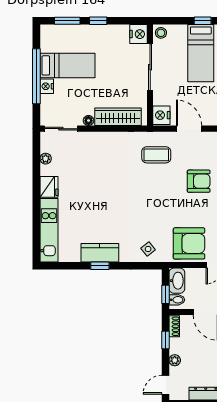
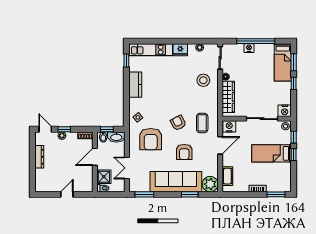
window: (177, 21) -> (294, 137), added
bed: (67, 65) -> (283, 62), moved
stool: (94, 153) -> (203, 80), added
armchair: (156, 190) -> (178, 123), added
armchair: (189, 243) -> (151, 139), moved
window: (100, 266) -> (126, 61), moved
window: (165, 340) -> (64, 129), moved

